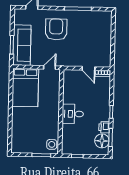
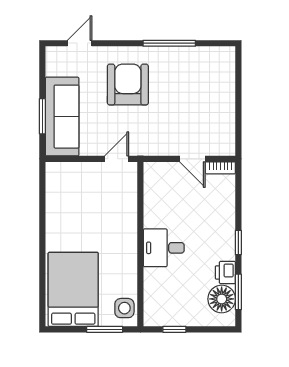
bed: (25, 88) -> (73, 289), moved, turned 180

